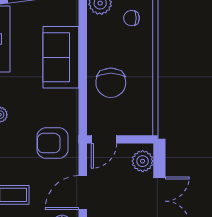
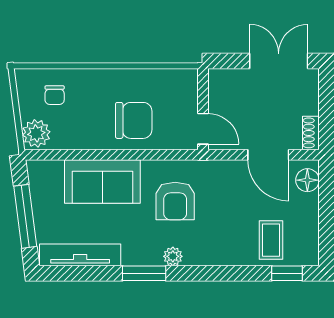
armchair: (52, 143) -> (175, 201), moved
plant: (143, 161) -> (230, 82), removed

